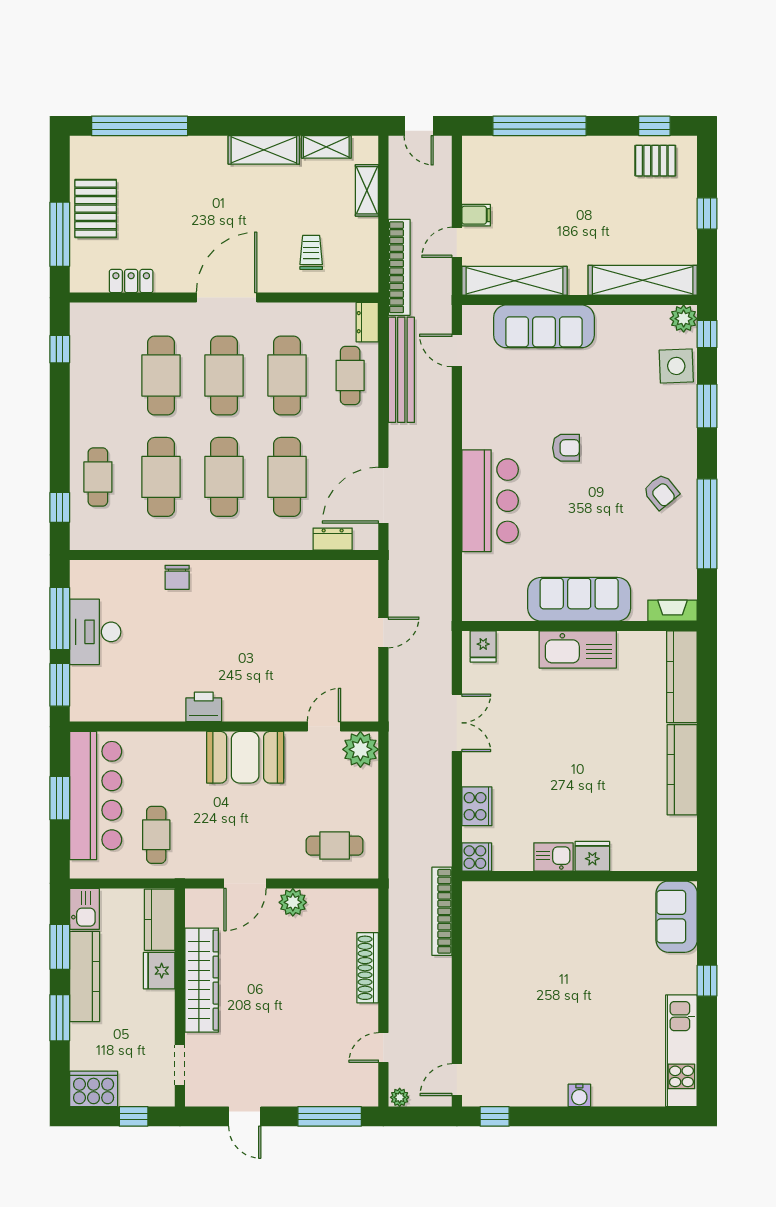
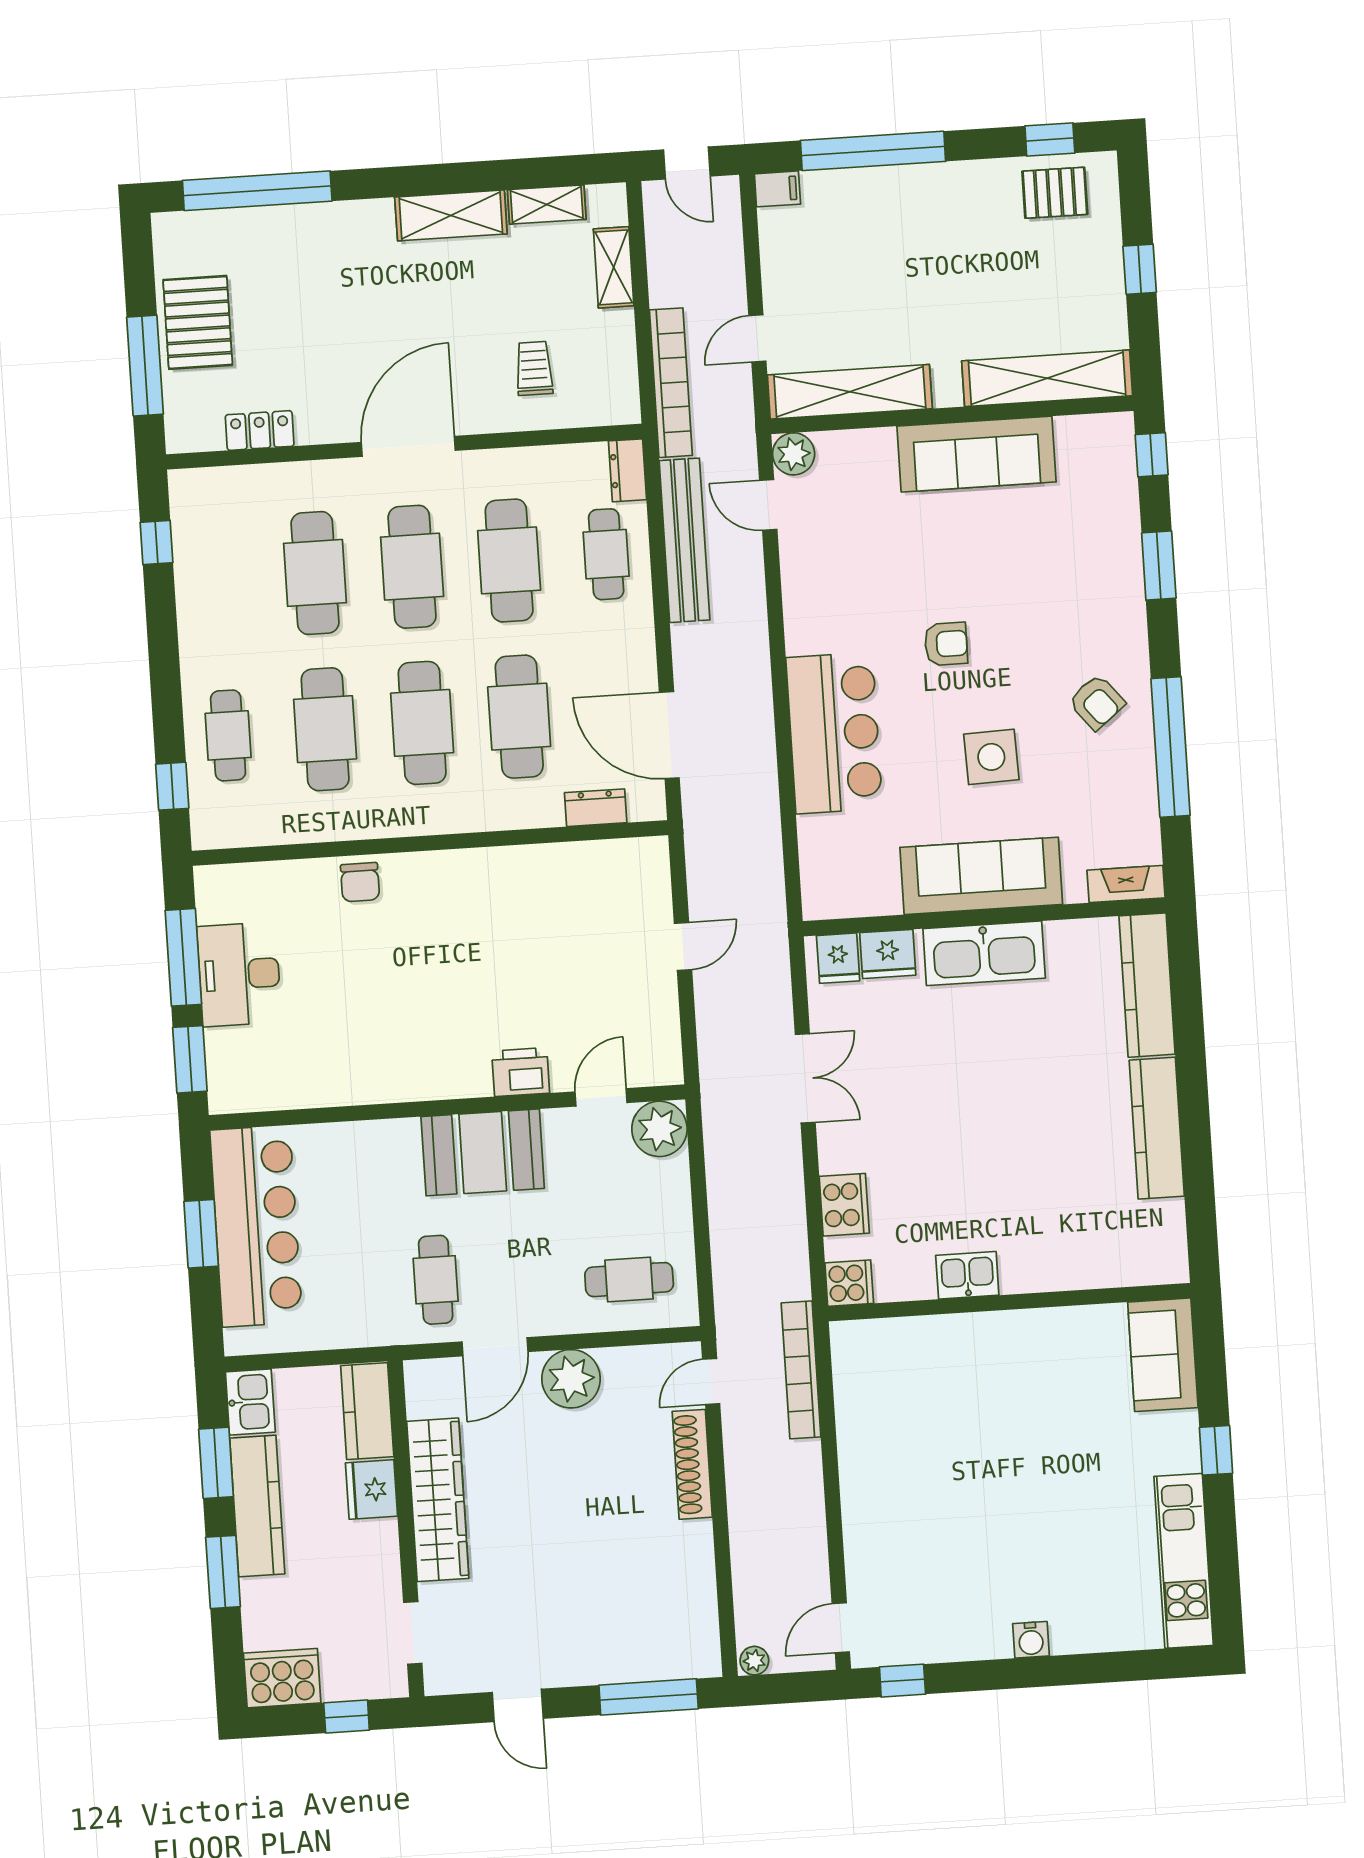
filing cabinet: (476, 215) -> (777, 189), moved
plant: (684, 319) -> (794, 454), moved
sofa: (544, 326) -> (977, 454), moved
side table: (676, 366) -> (991, 757), moved
door: (383, 495) -> (669, 735), hinge flipped
printer: (204, 707) -> (521, 1072), moved
cafe table: (156, 835) -> (436, 1280), moved
fridge: (592, 856) -> (888, 954), moved, turned 180
plant: (293, 902) -> (571, 1379), width x1.36, depth x1.36
door: (383, 1048) -> (711, 1381), moved

